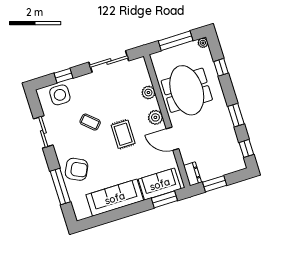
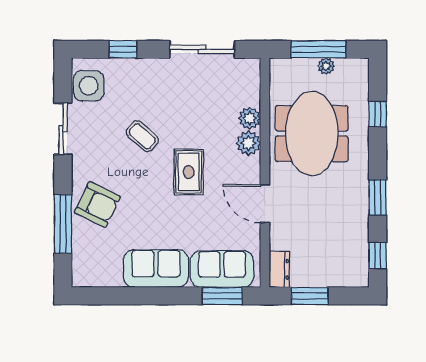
plant: (203, 43) -> (326, 66), moved
side table: (60, 95) -> (89, 86), moved
plant: (155, 117) -> (248, 143), moved
sofa: (115, 198) -> (156, 269), width x0.73

